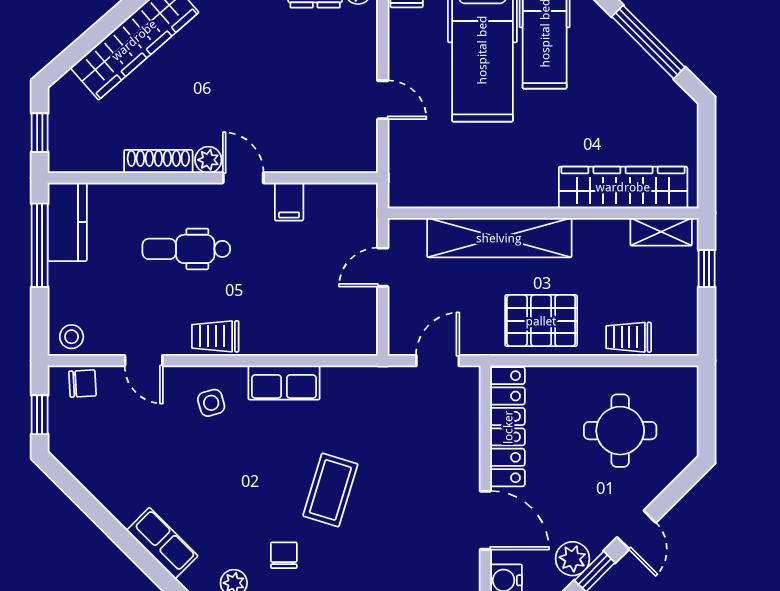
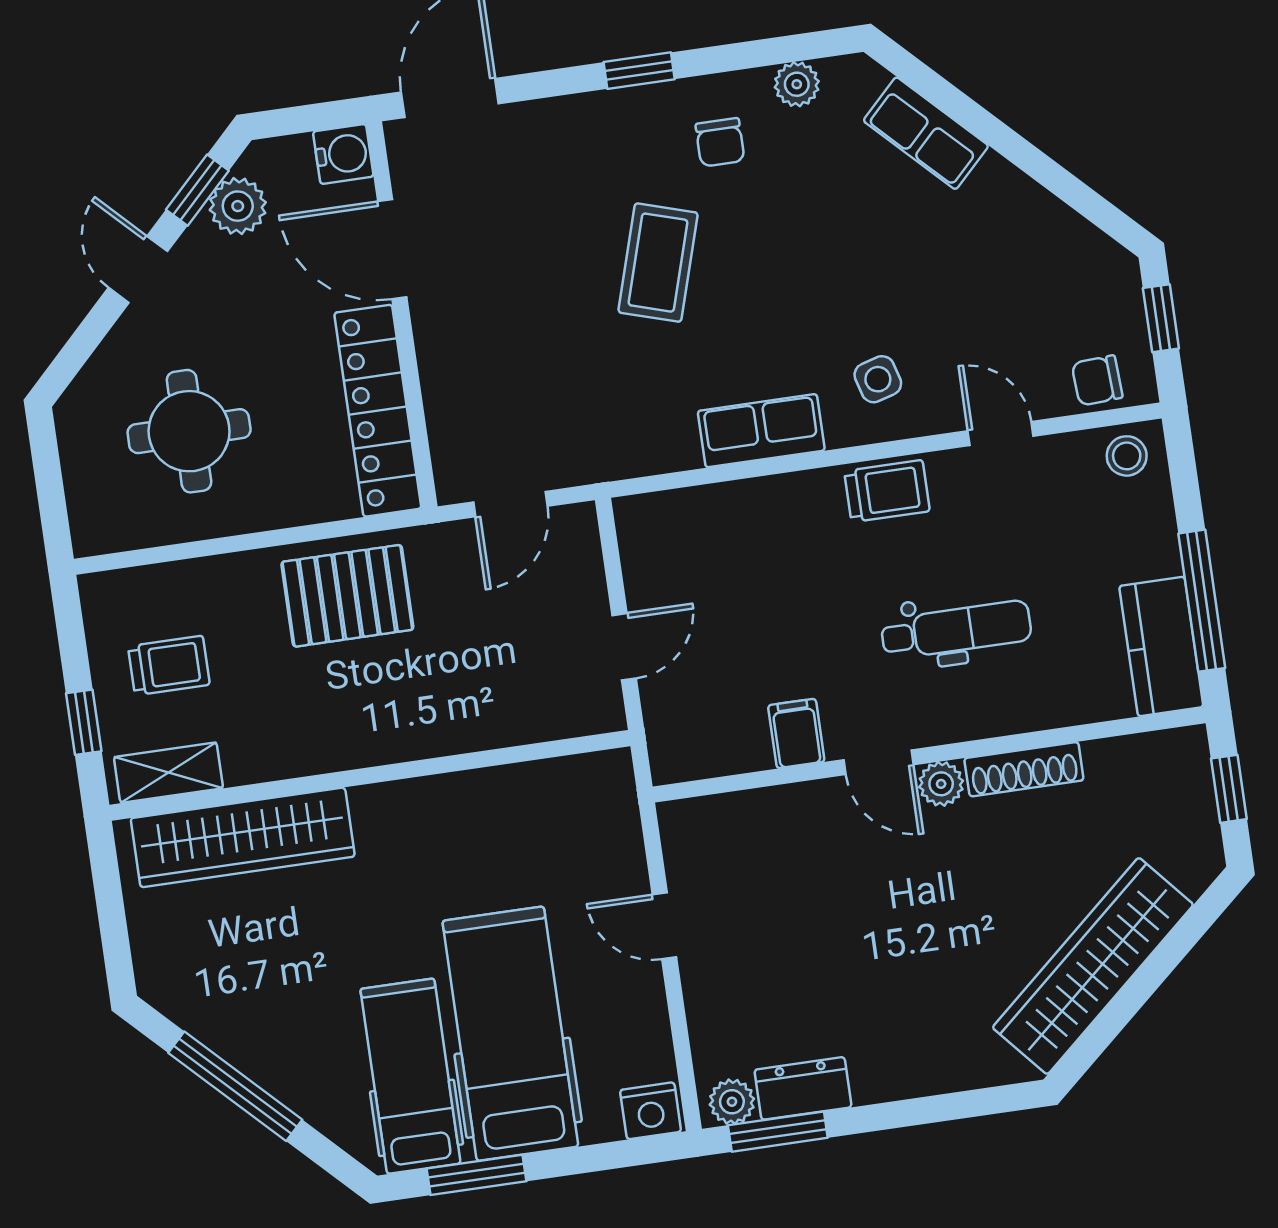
shelving: (499, 238) -> (437, 724), removed
trolley: (629, 337) -> (169, 665), moved

